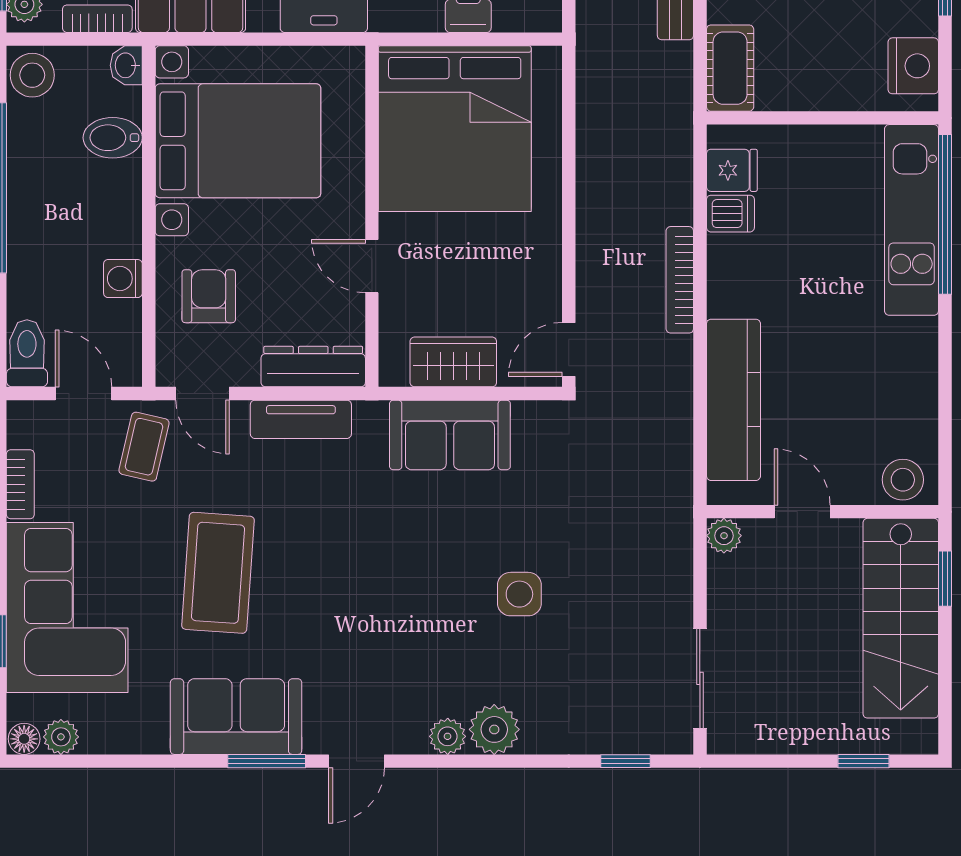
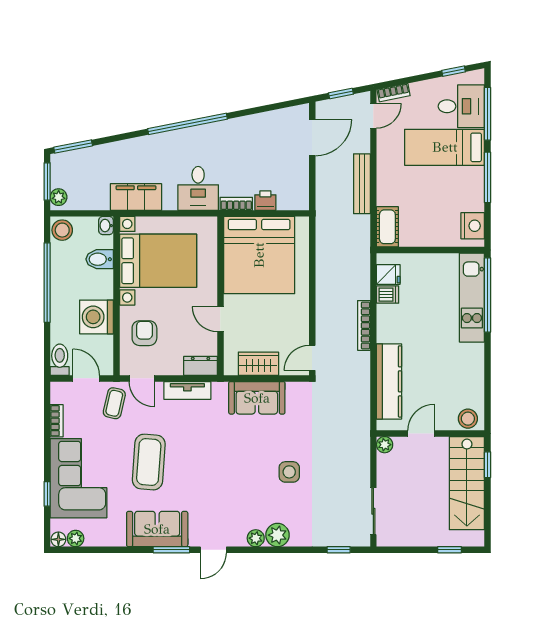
bookcase: (97, 19) -> (236, 204), moved
washing machine: (123, 279) -> (96, 317), width x1.89, depth x1.89
dresser: (313, 367) -> (201, 366), width x0.70
door: (802, 512) -> (421, 434), hinge flipped

